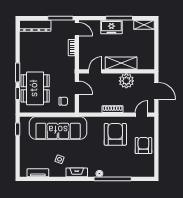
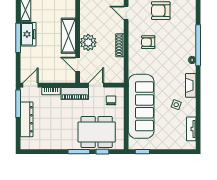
dresser: (35, 26) -> (27, 119), moved
freezer: (111, 27) -> (28, 34), moved
piano: (69, 69) -> (75, 94), added
plant: (126, 81) -> (88, 42), moved
armchair: (115, 134) -> (148, 42), width x0.53, depth x0.53

